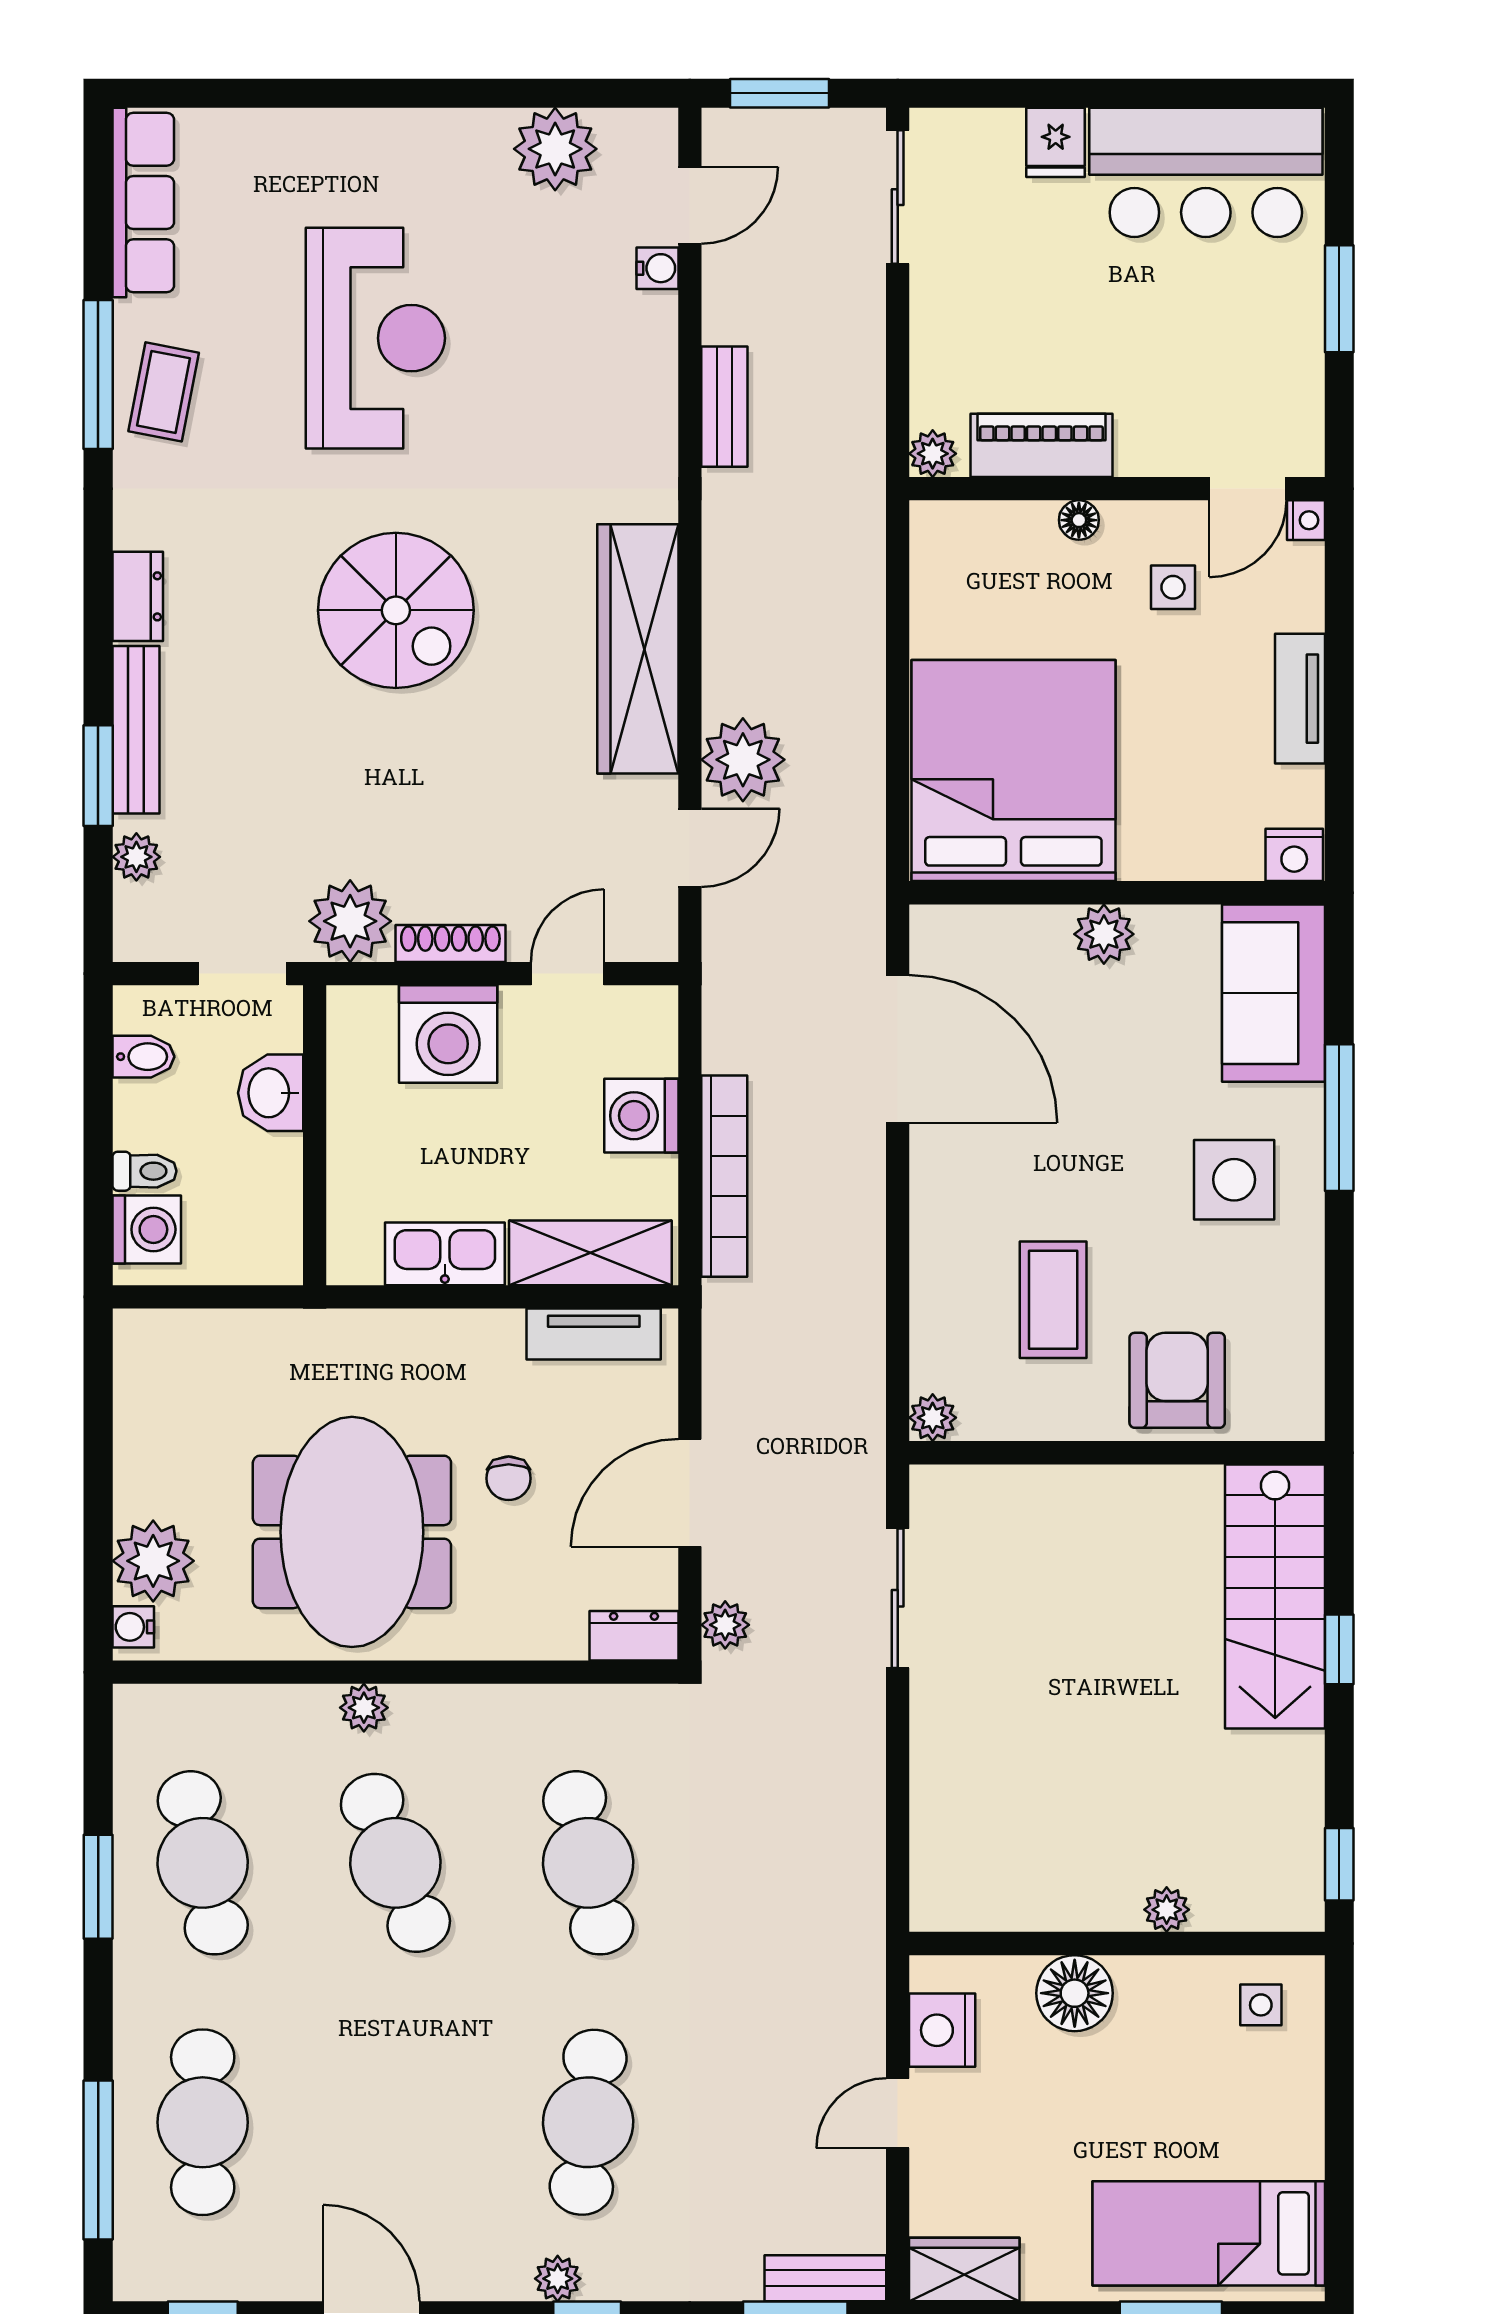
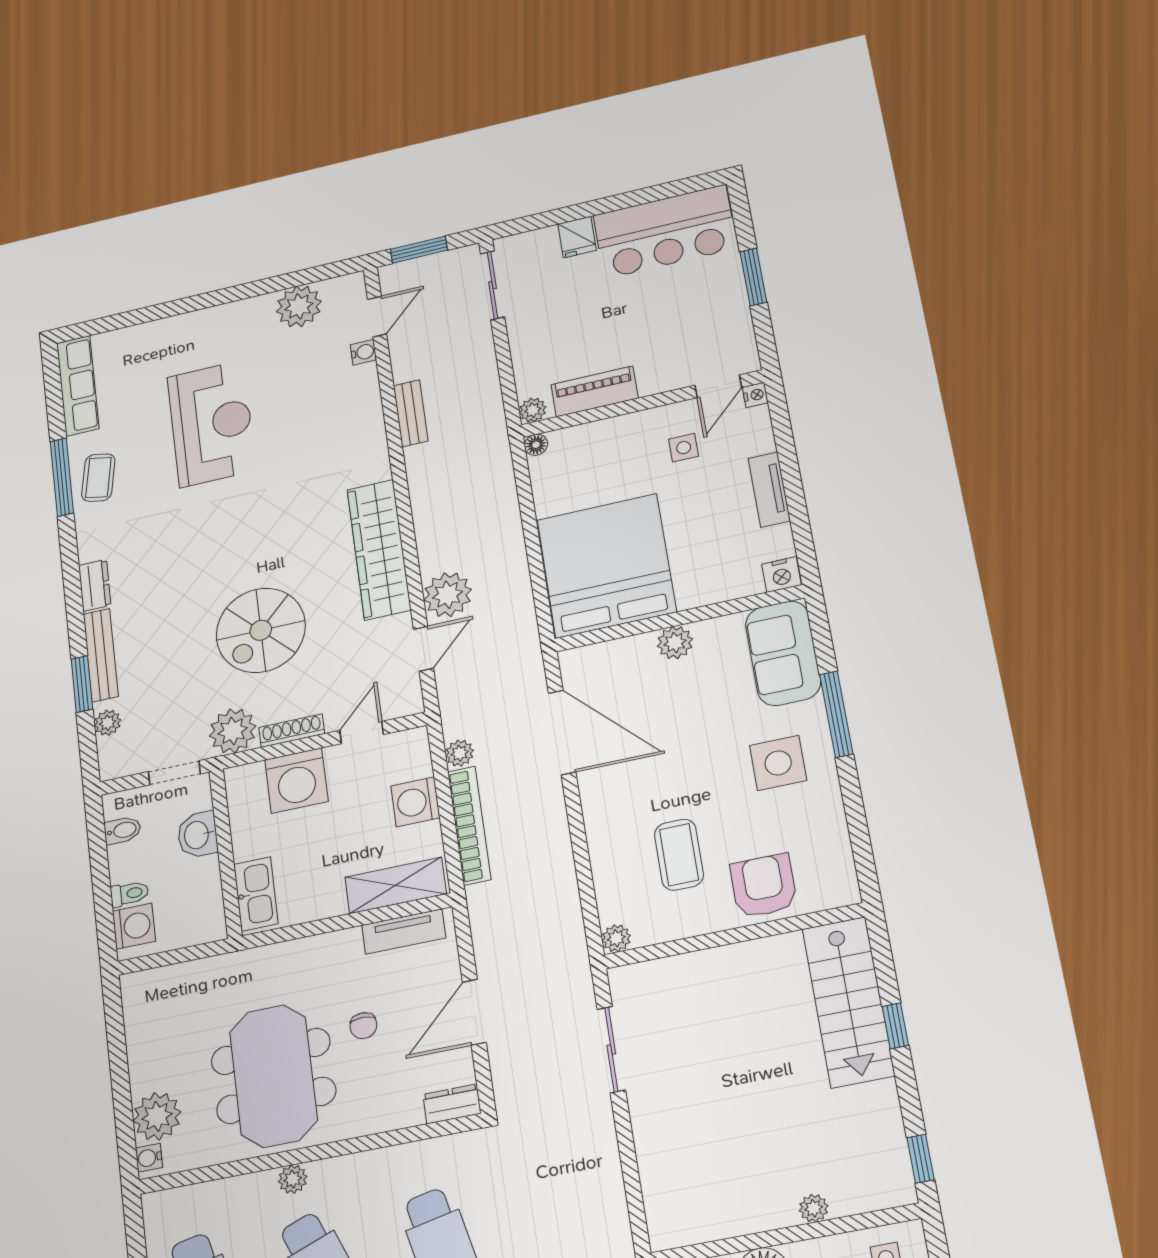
floor lamp: (1079, 520) -> (536, 445), moved
spiral stairs: (396, 610) -> (261, 630), moved, turned 90
kitchen sink: (445, 1254) -> (256, 894), moved, turned 90
plant: (725, 1625) -> (460, 753), moved

